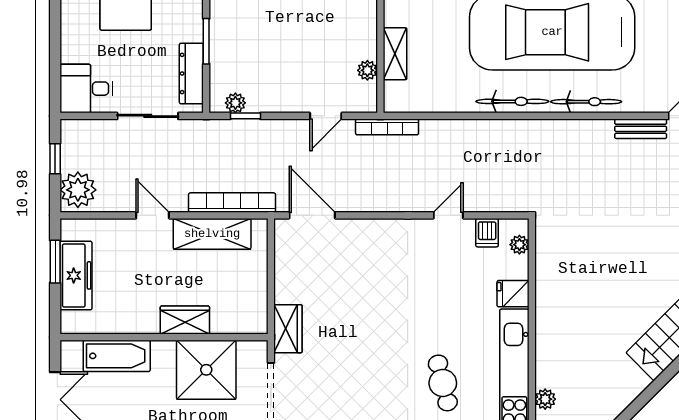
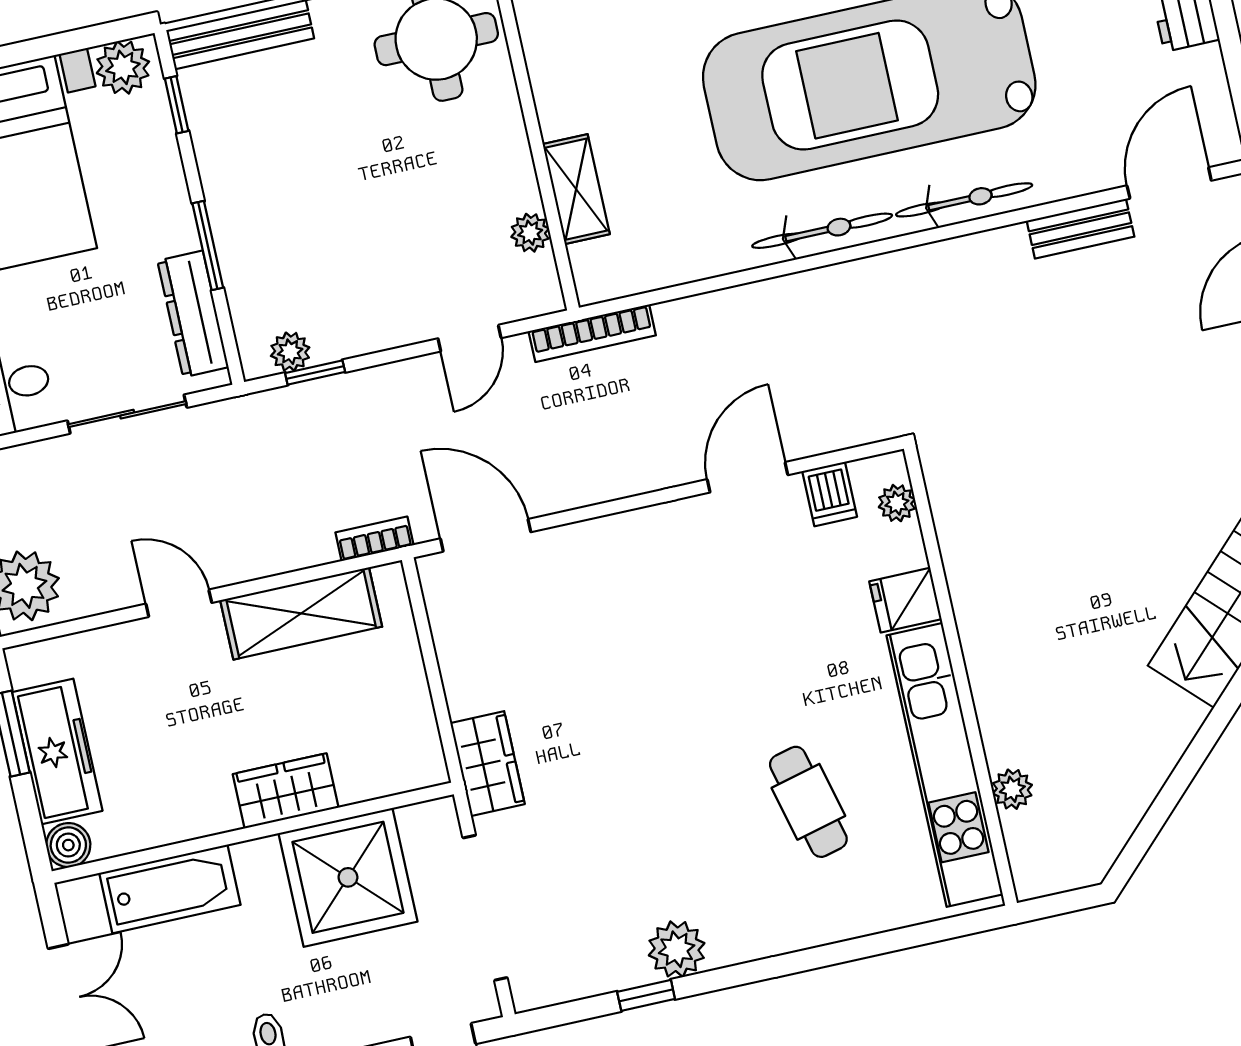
bookcase: (232, 203) -> (374, 539), width x0.43, depth x0.76
door: (448, 215) -> (748, 477), width x1.38
boiler: (71, 323) -> (68, 845), added

